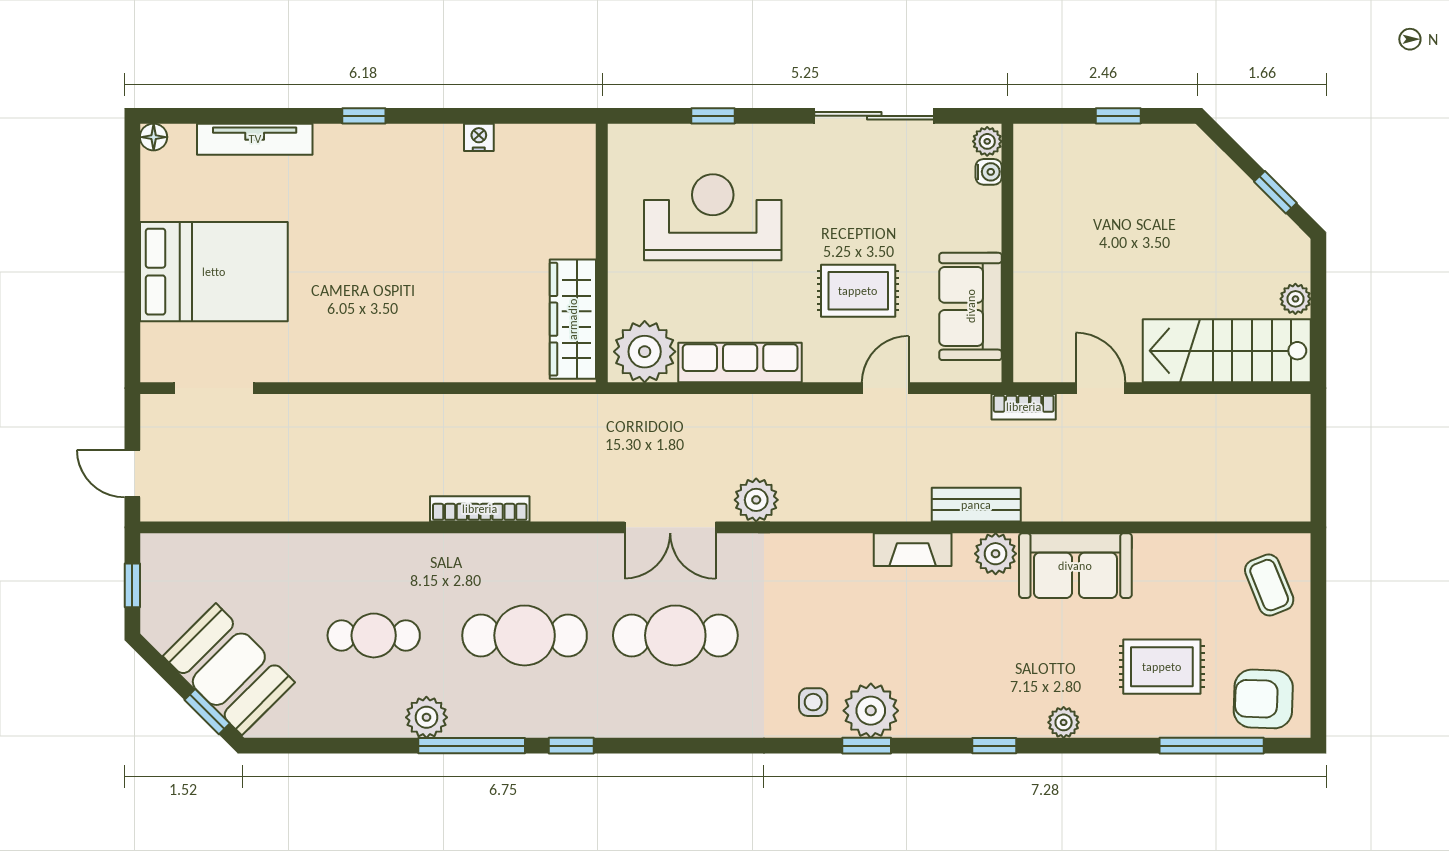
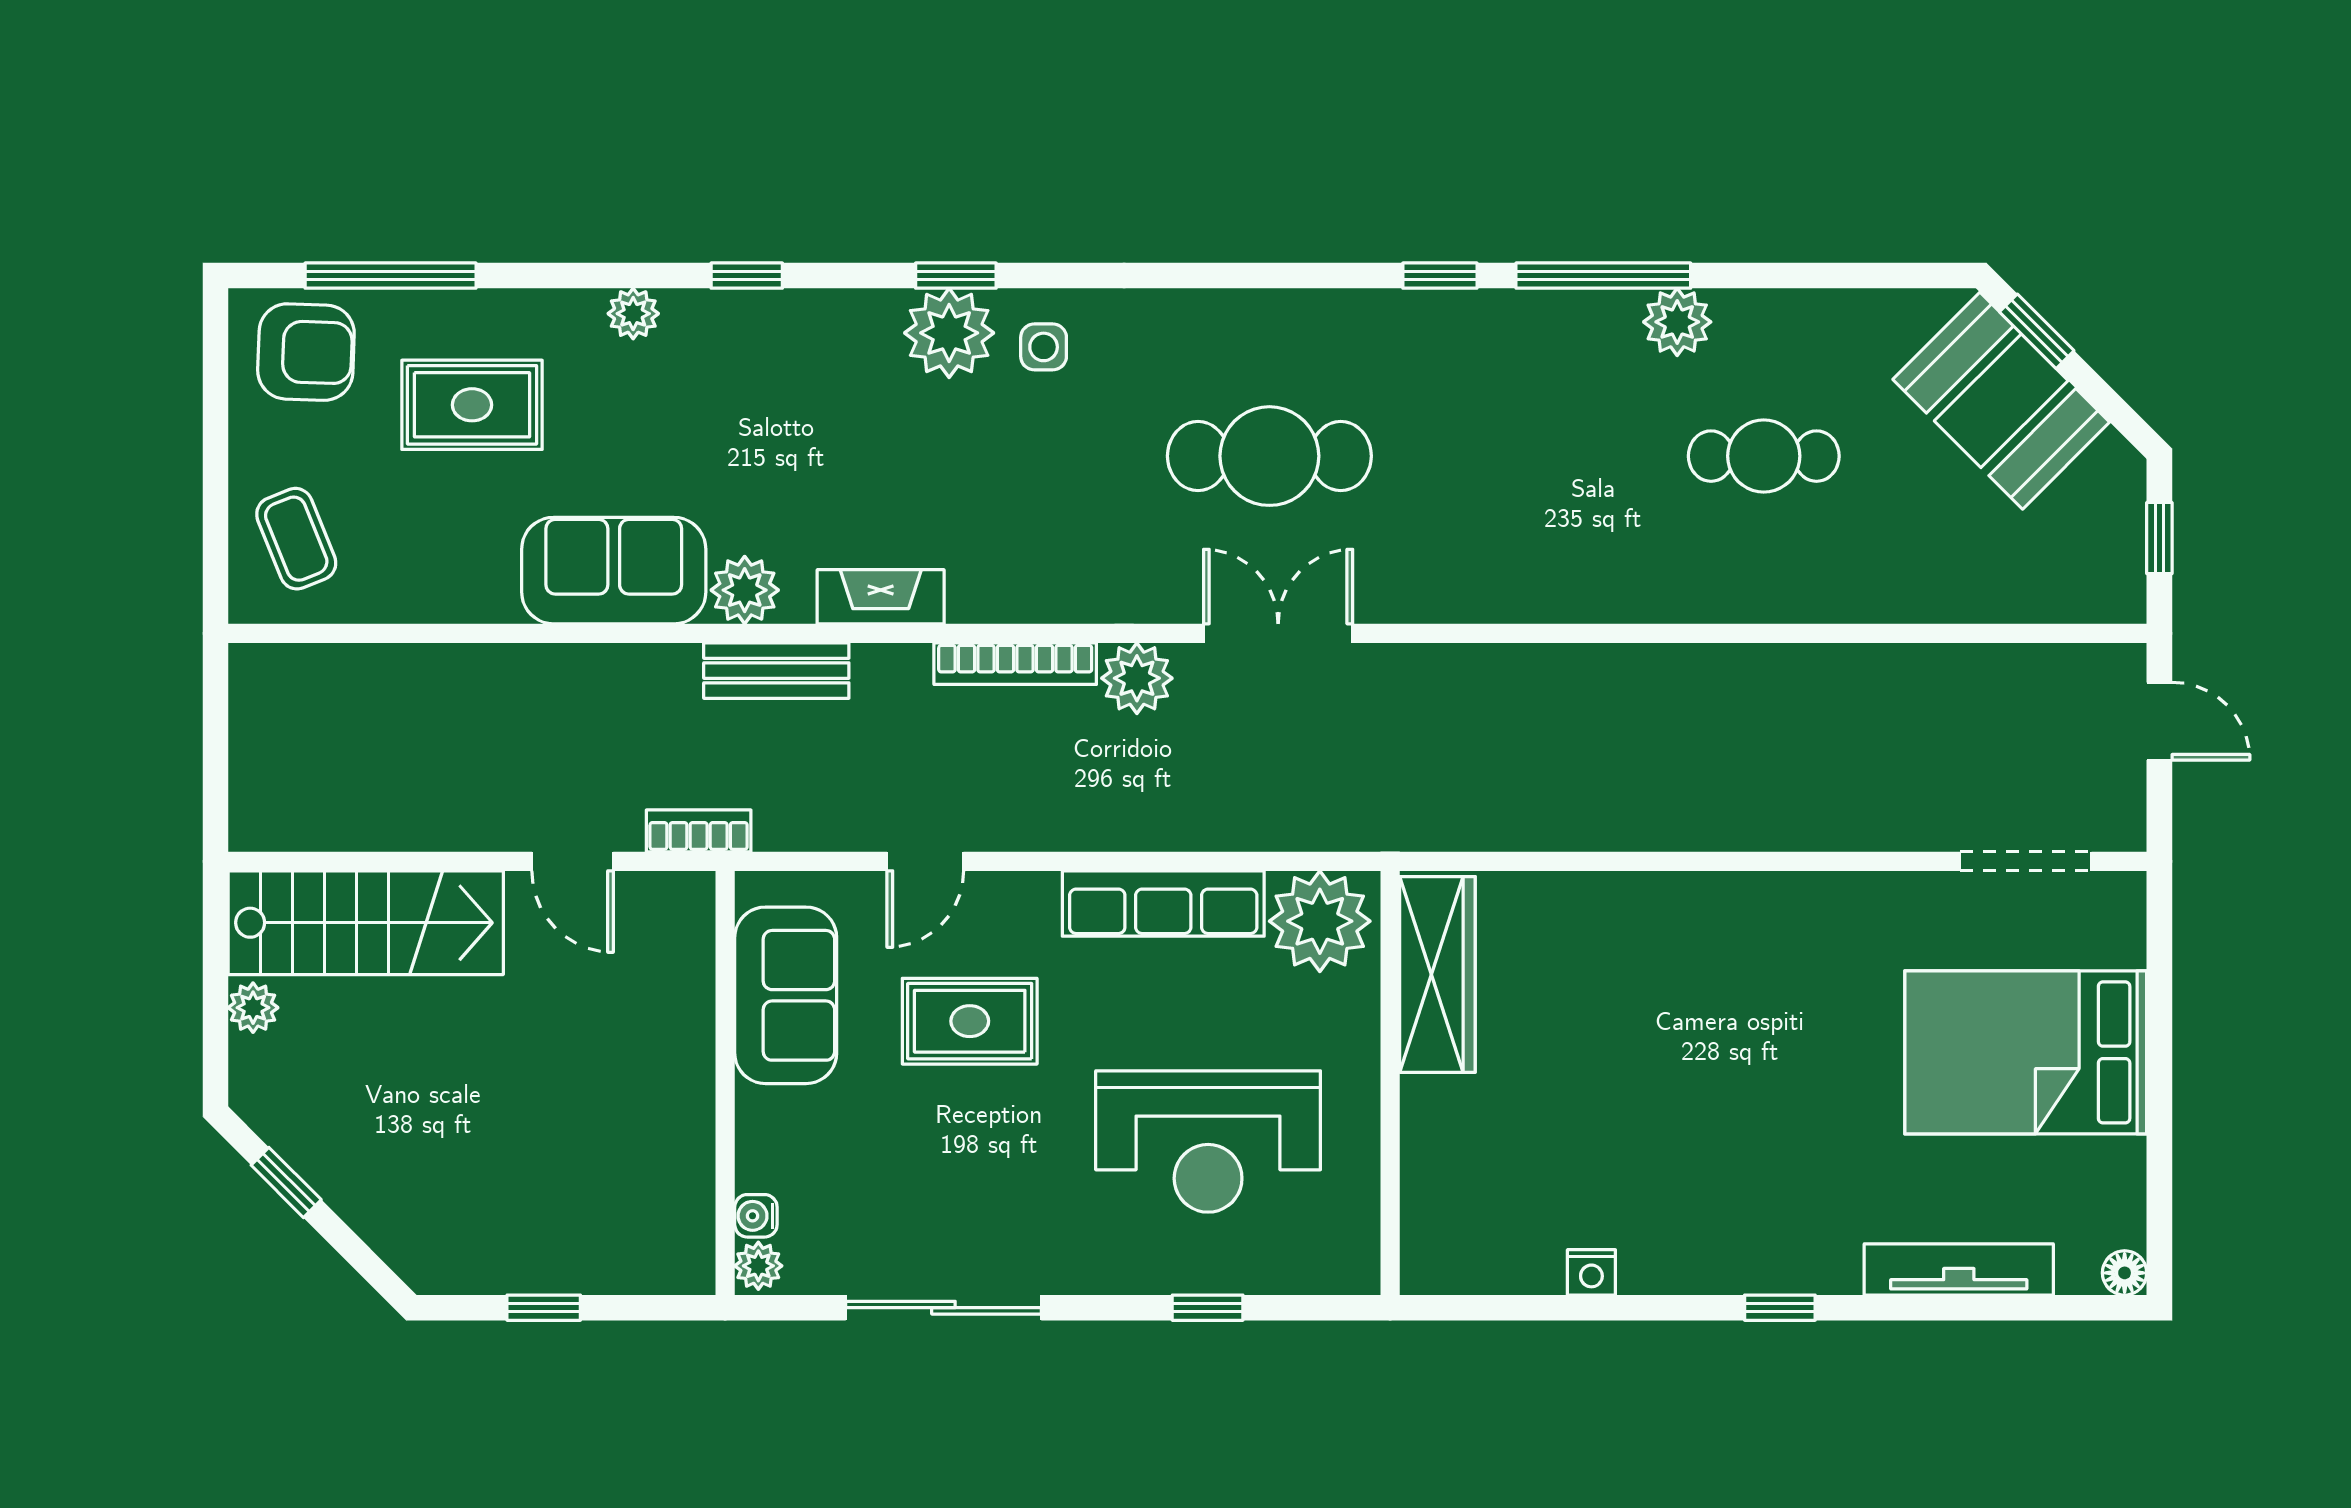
bookcase: (480, 509) -> (1015, 664), moved
cafe table: (525, 635) -> (1517, 456), removed

